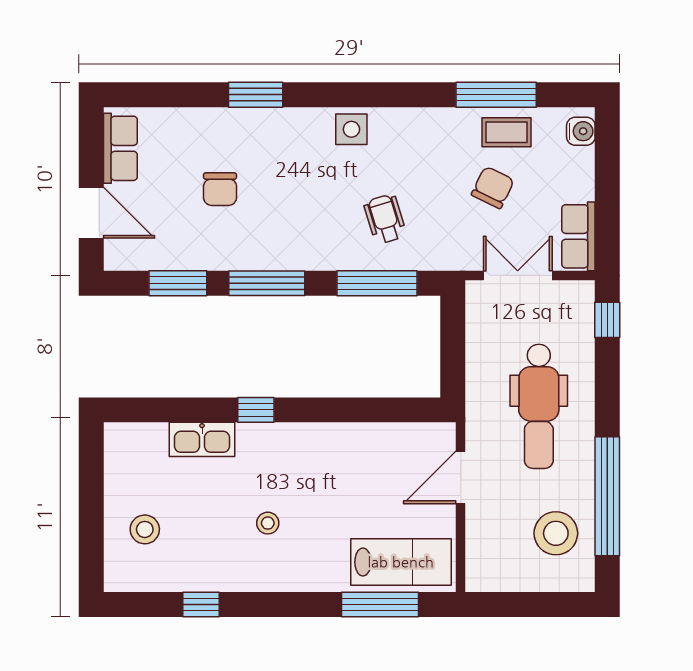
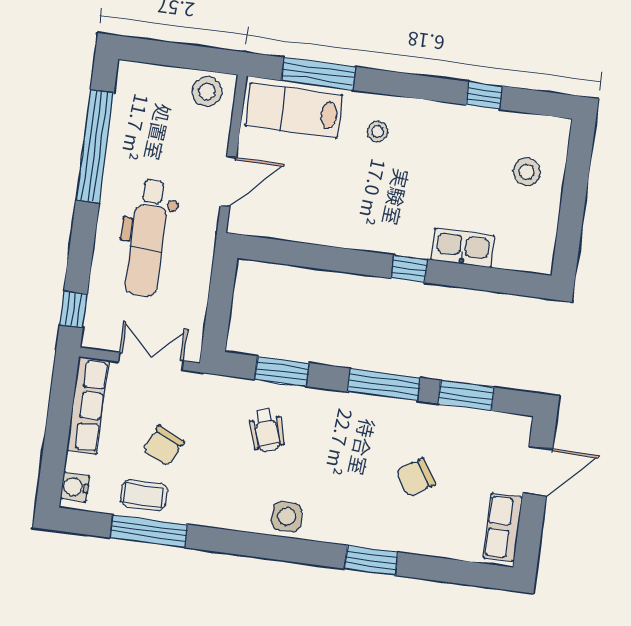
chair: (220, 189) -> (416, 477), turned -122
door: (91, 213) -> (538, 471), swing flipped
row of seats: (578, 236) -> (88, 405), width x1.48
double door: (518, 275) -> (151, 361), swing flipped
window: (377, 283) -> (282, 371), width x0.69
dental chair: (539, 406) -> (147, 238), turned 180
stool: (268, 523) -> (377, 131), moved
stool: (556, 533) -> (207, 91), moved, width x0.73, depth x0.73

